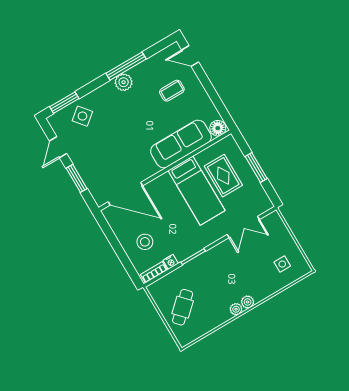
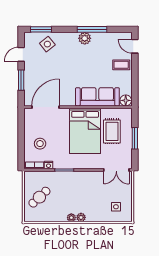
coffee table: (172, 91) -> (121, 65), moved
bed: (197, 191) -> (85, 131), width x1.50
door: (125, 194) -> (45, 107), swing flipped
double door: (243, 227) -> (116, 170), moved

